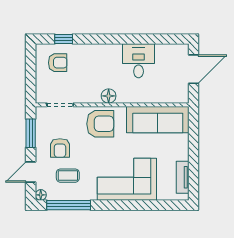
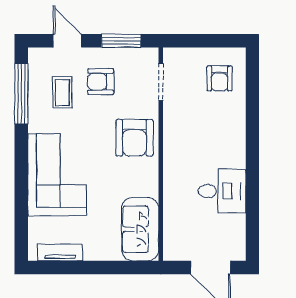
window: (64, 39) -> (252, 87), removed
floor lamp: (109, 96) -> (173, 149), removed
sofa: (158, 120) -> (140, 229), width x0.73
floor lamp: (41, 195) -> (35, 55), removed

